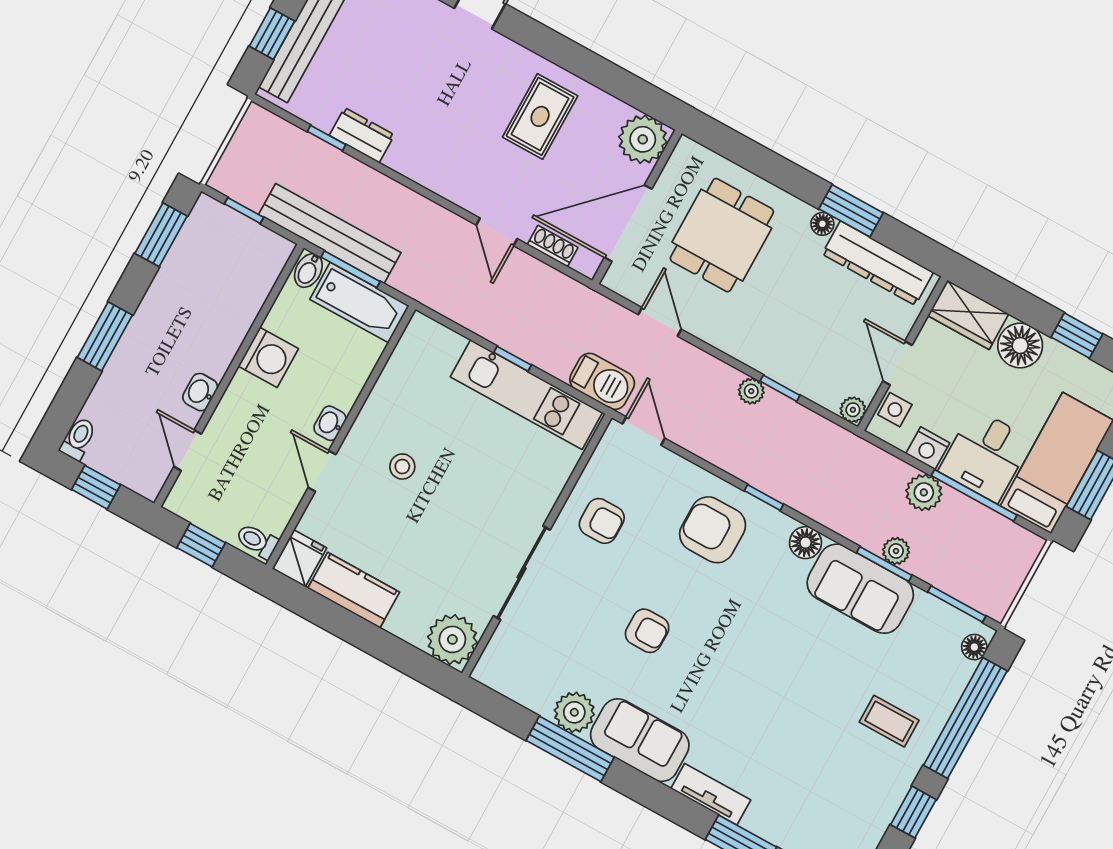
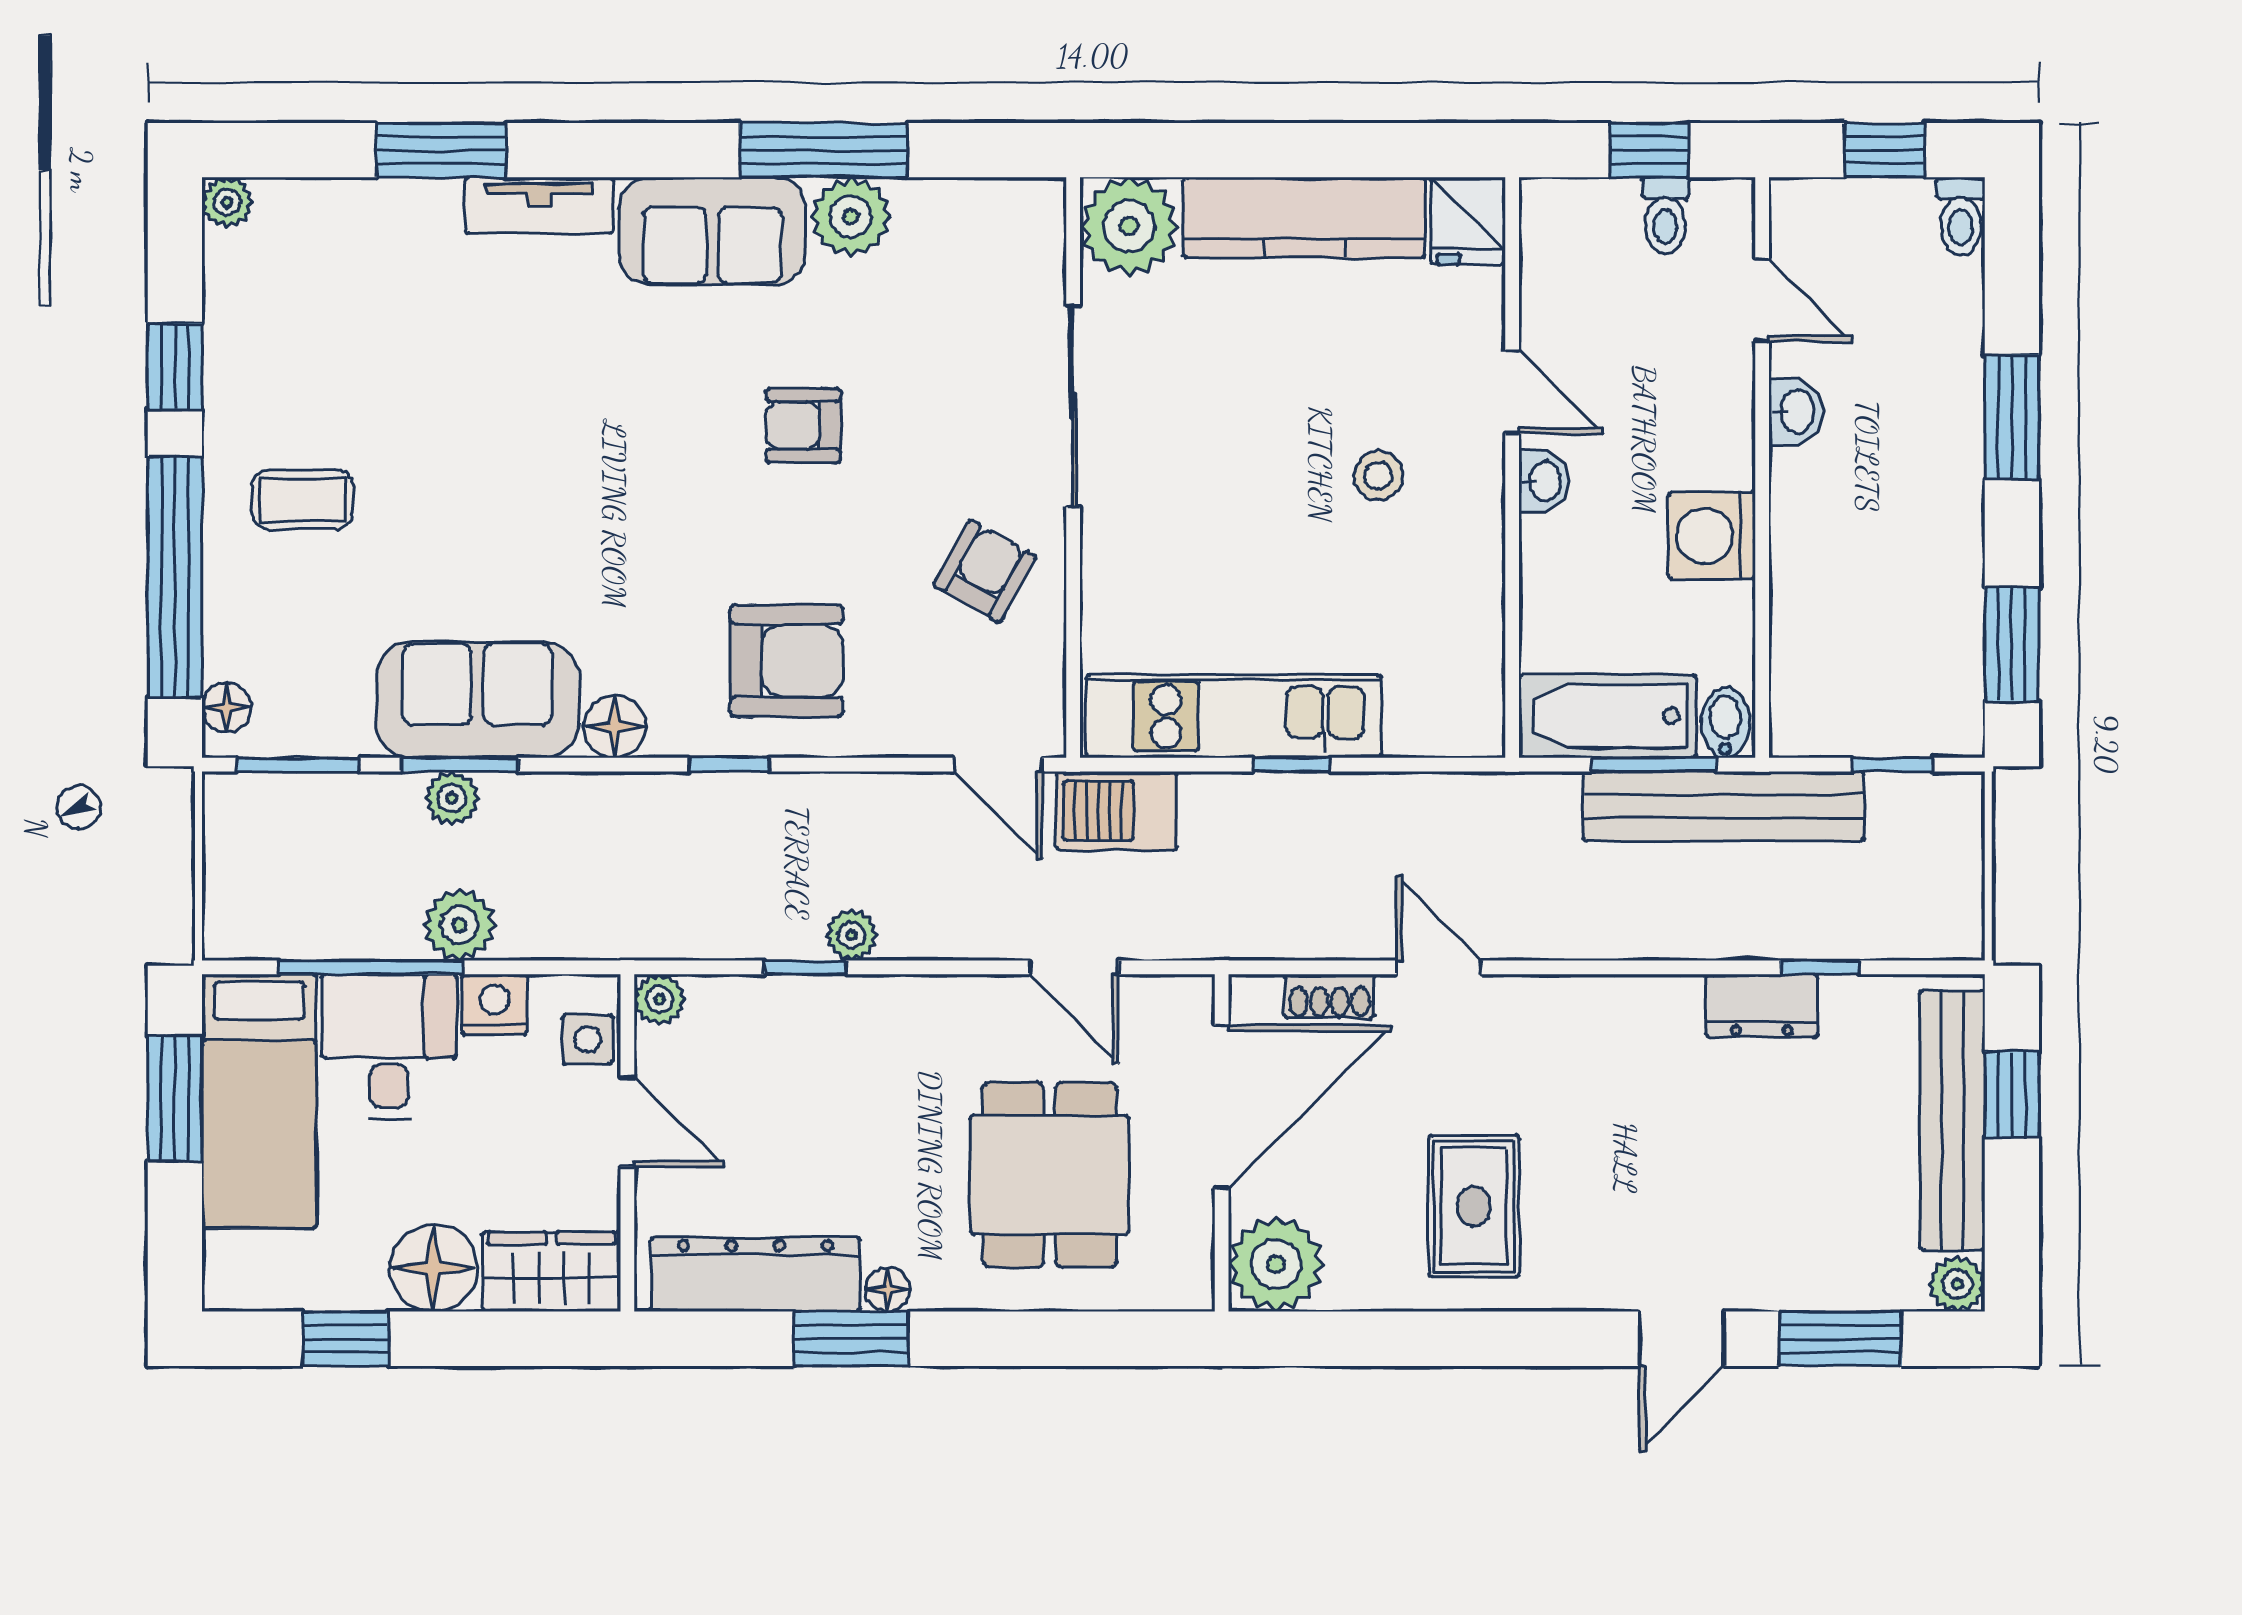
armchair: (602, 521) -> (985, 571), turned 119
toilet: (257, 541) -> (1665, 215), moved, turned 90
kitchen counter: (354, 590) -> (1305, 217), width x1.50

